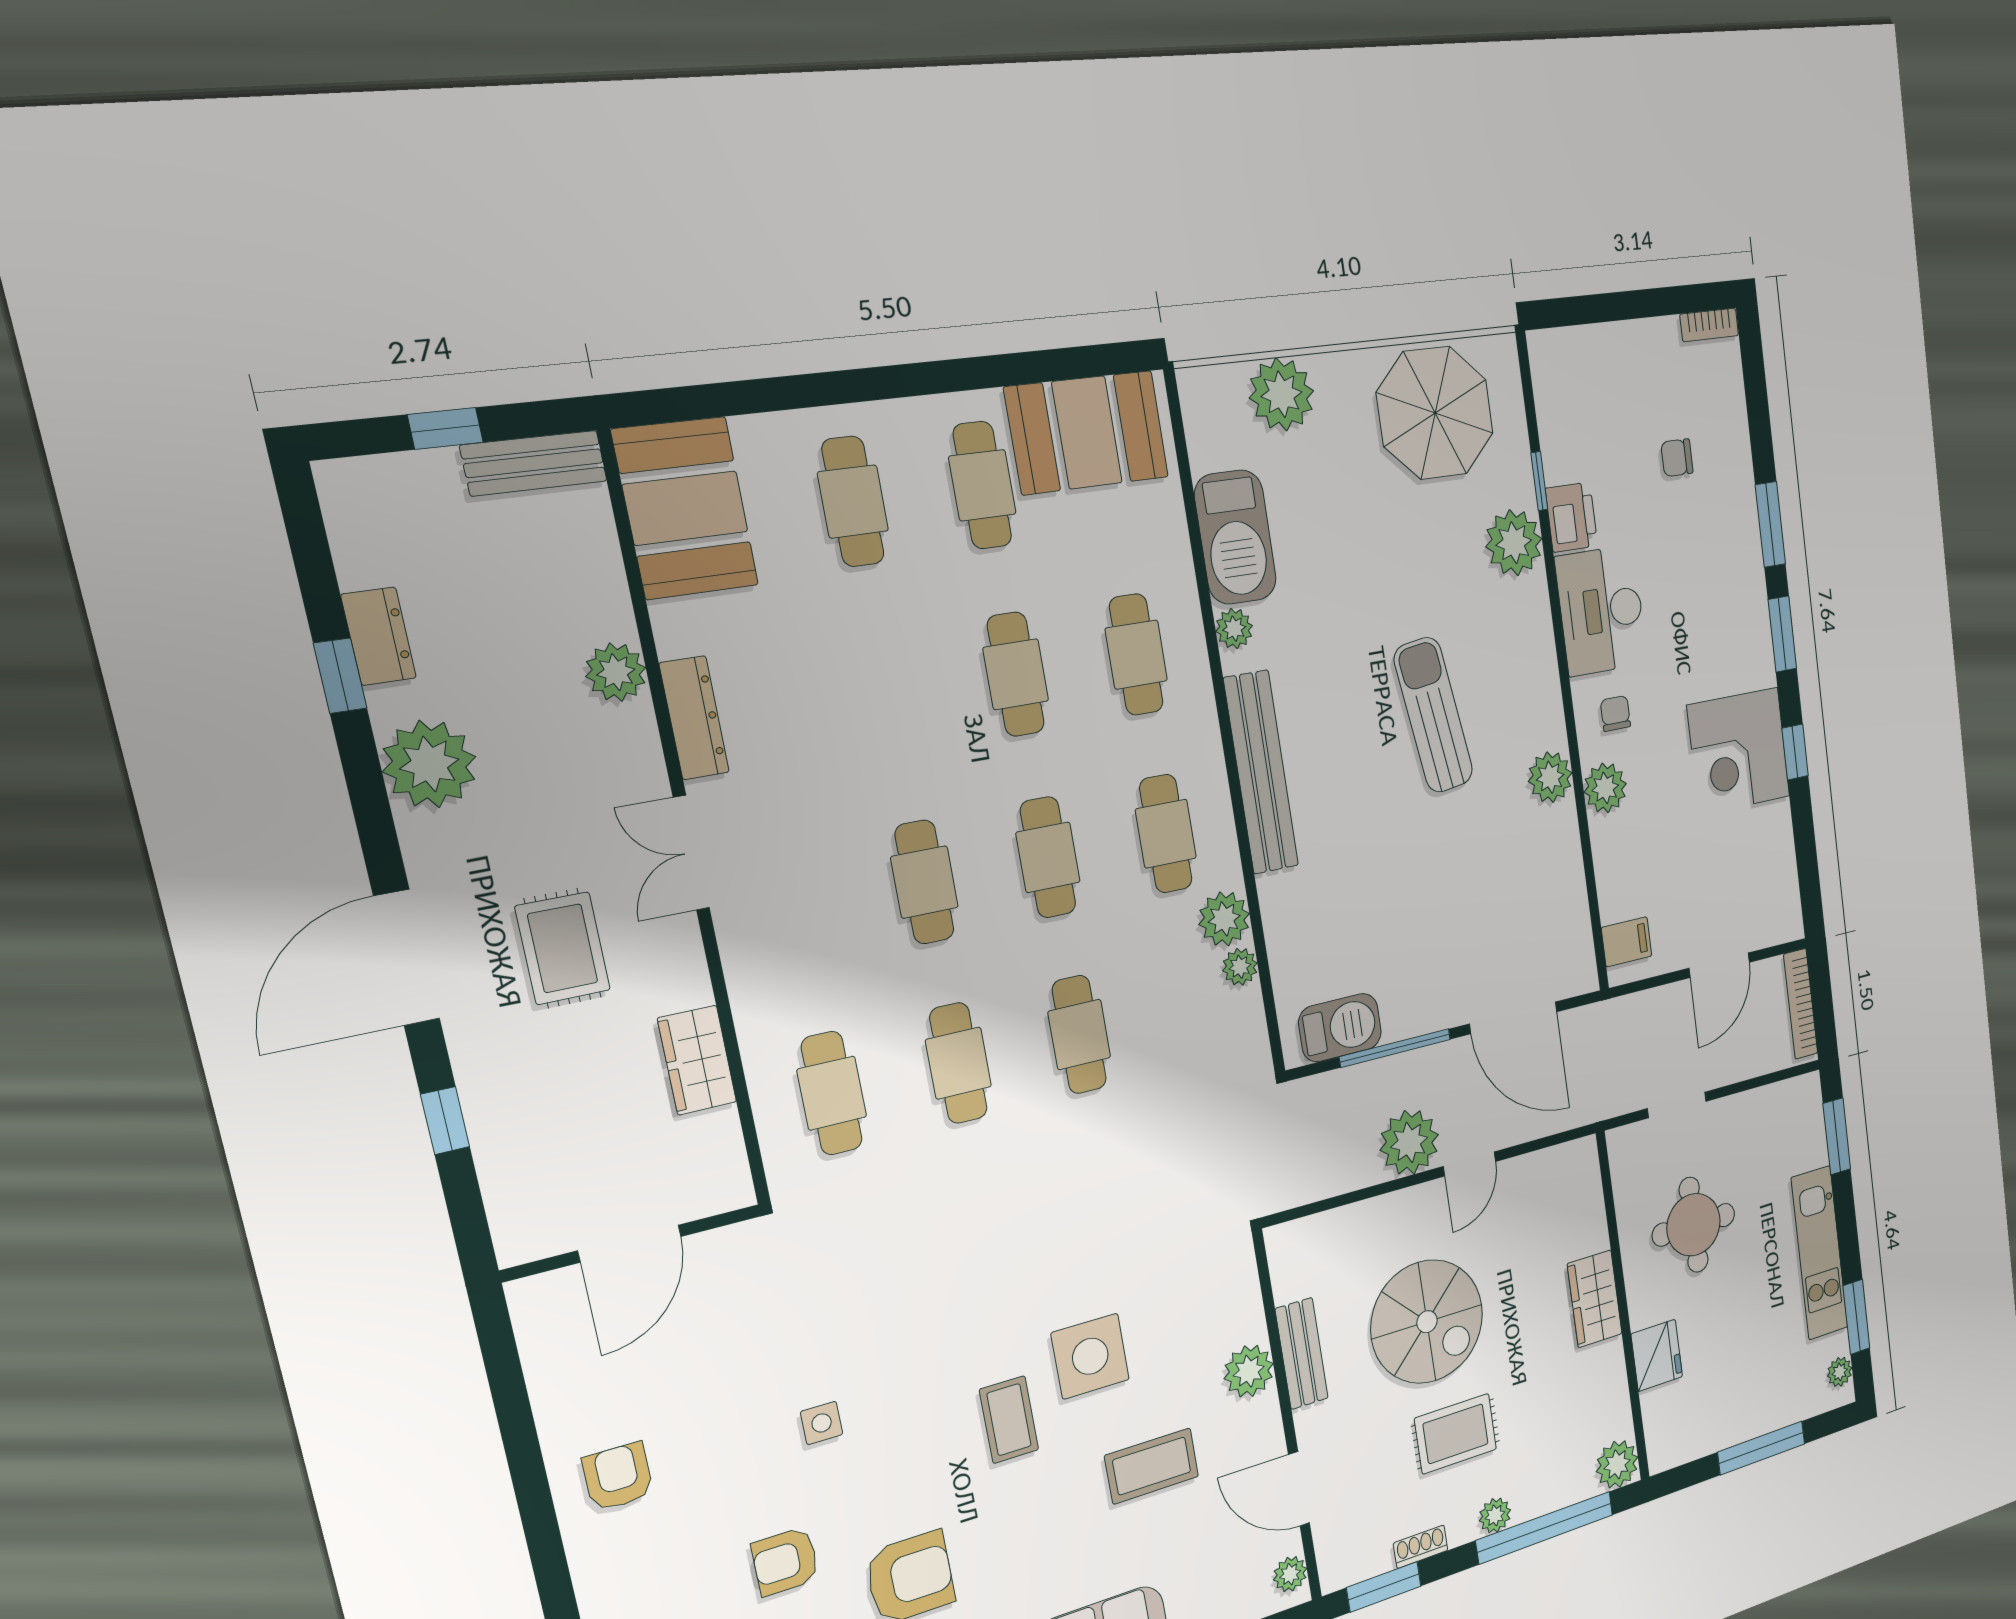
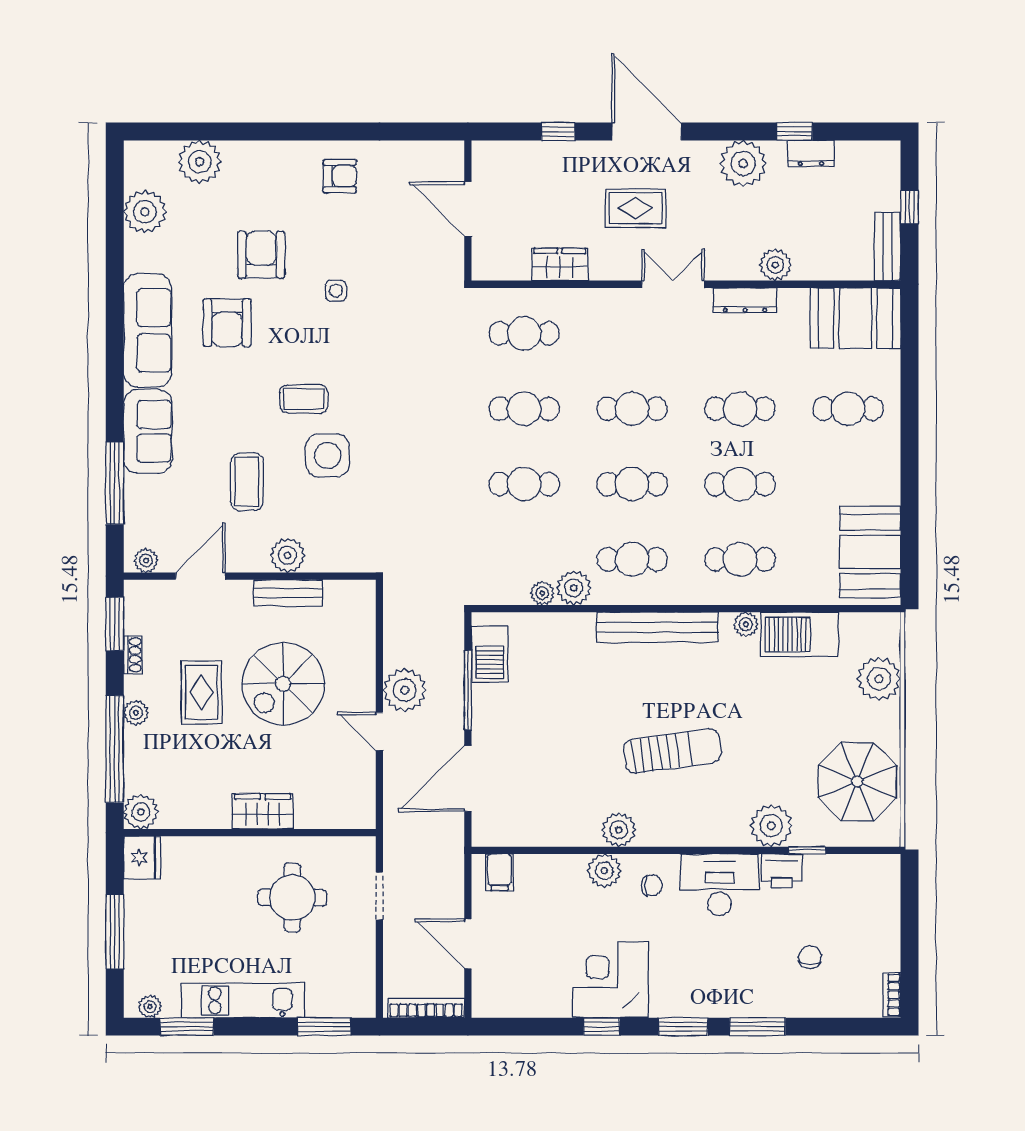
cafe table: (982, 485) -> (740, 409), moved
fridge: (1657, 1355) -> (142, 858), moved, turned -90
armchair: (785, 1561) -> (261, 255), width x1.38, depth x1.38

